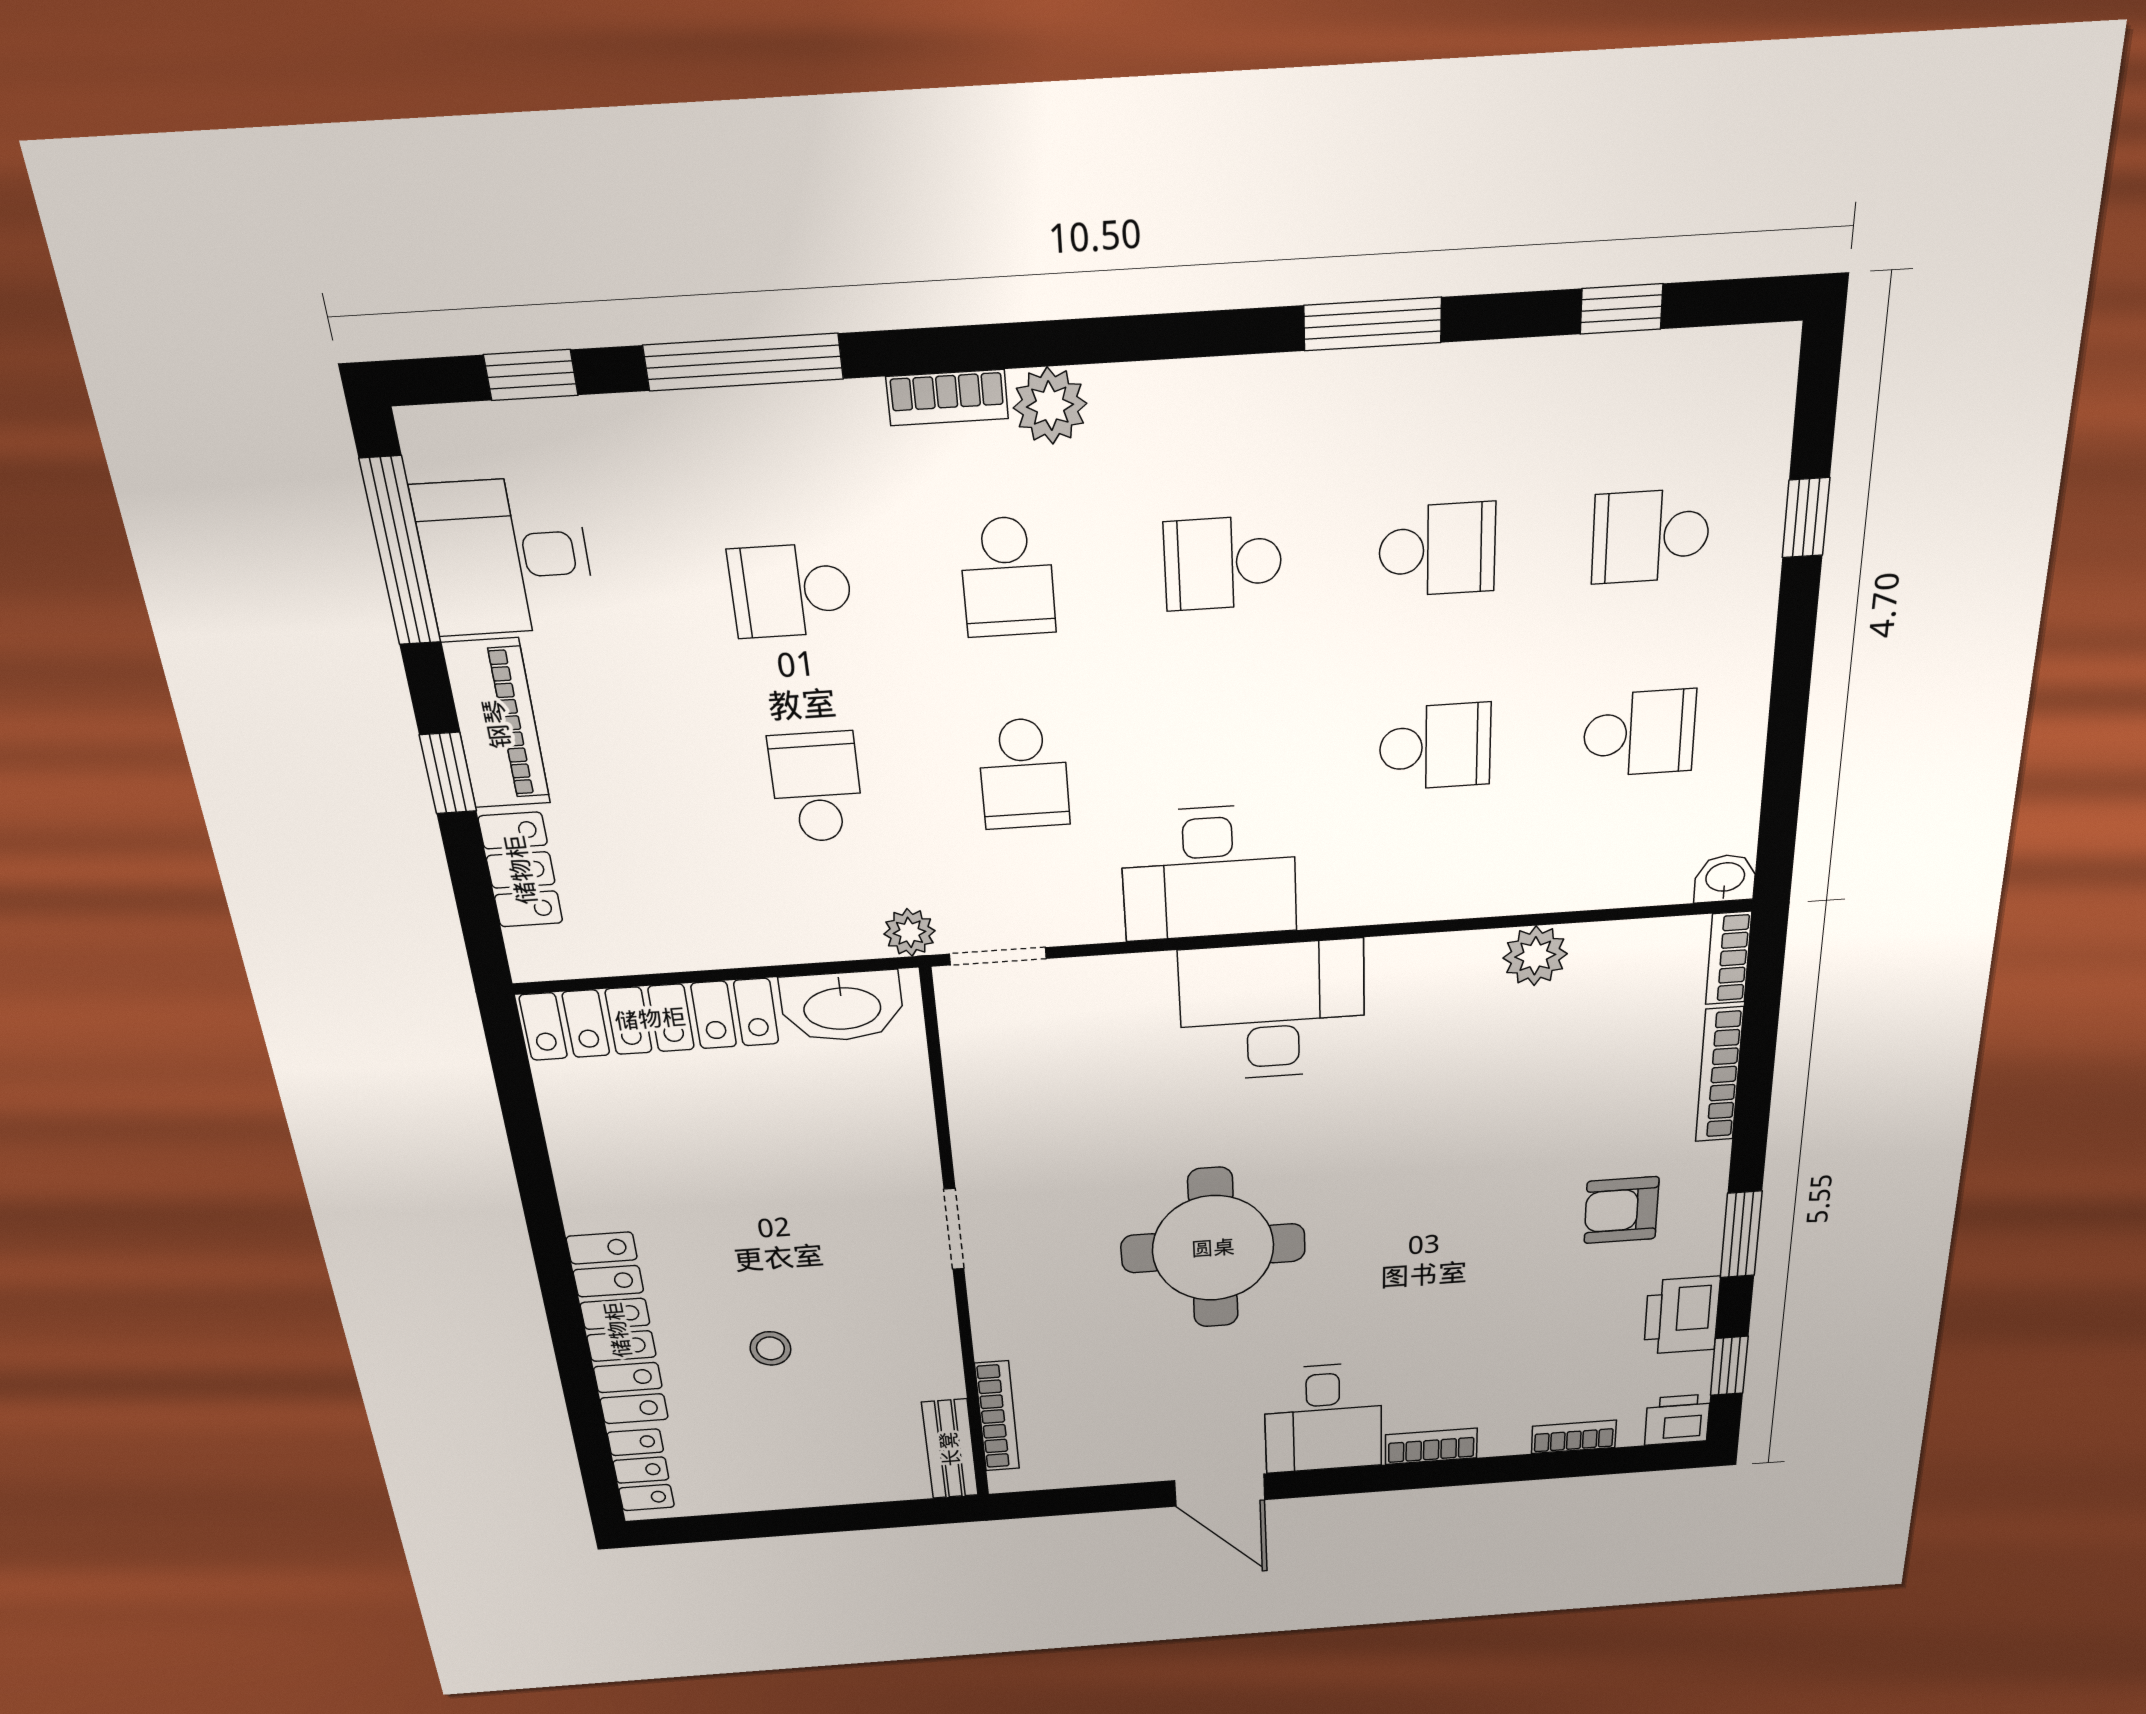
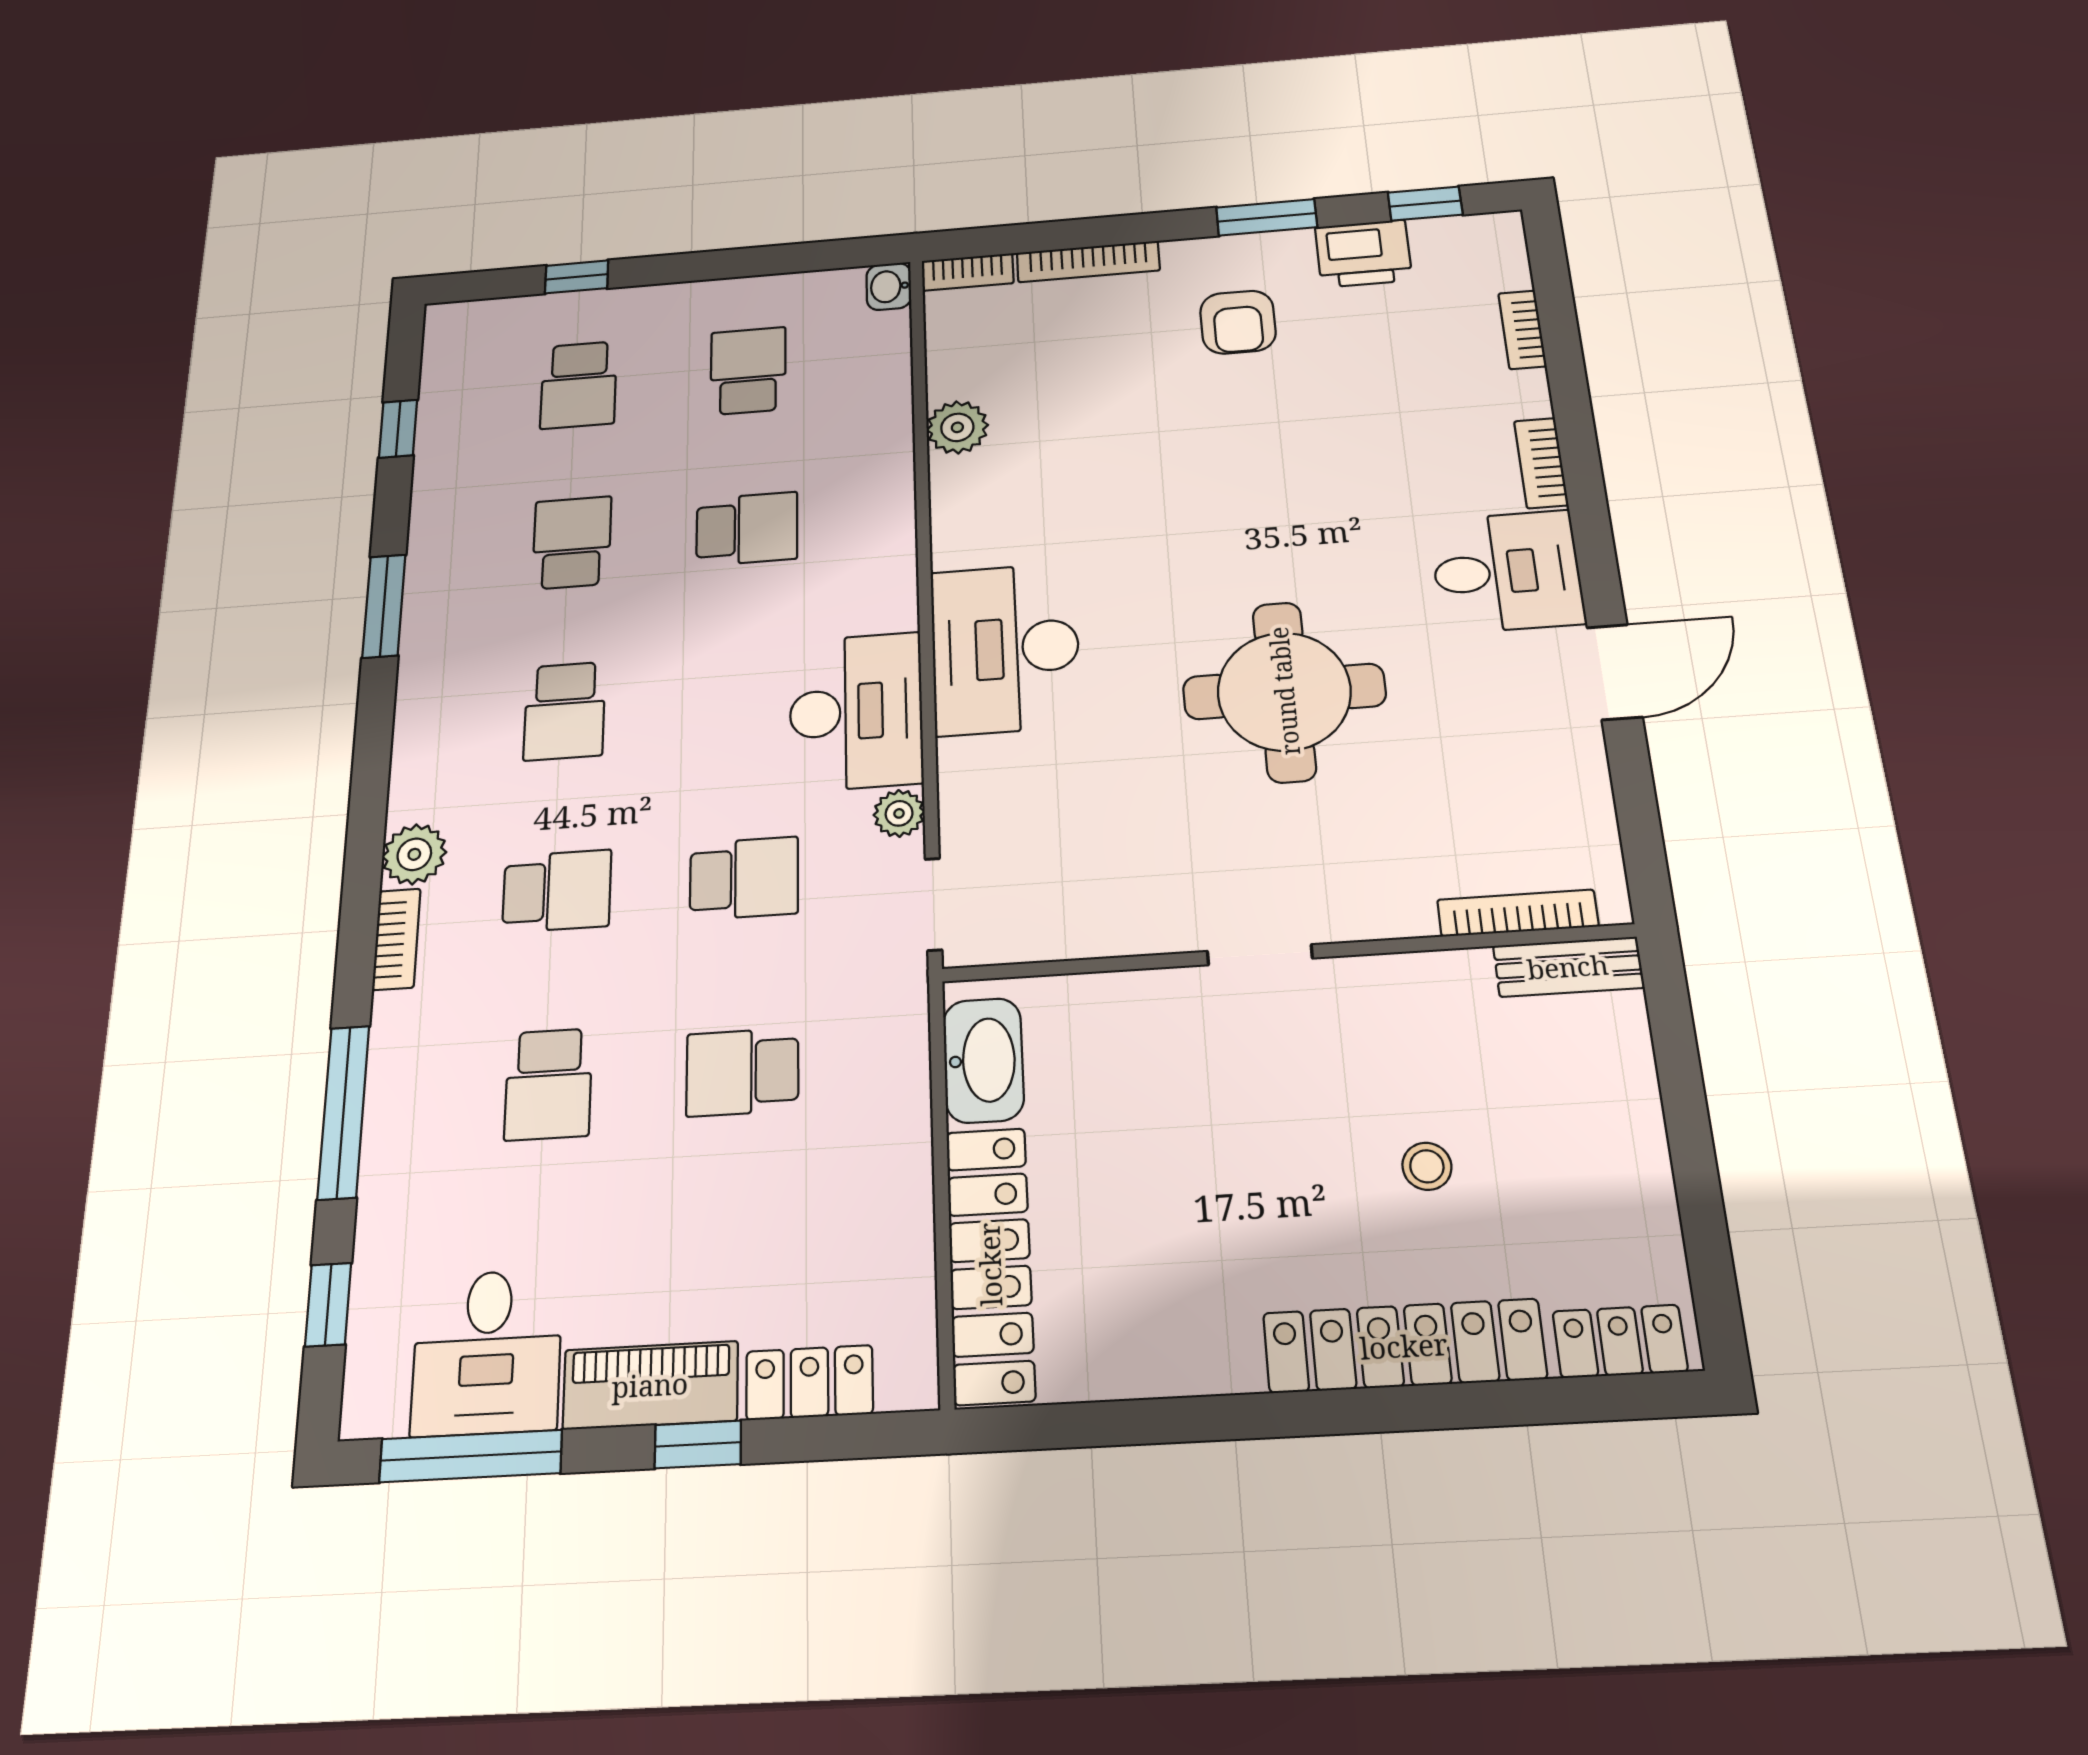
school desk: (1435, 747) -> (747, 529), turned 90
plant: (909, 932) -> (899, 813), moved
printer: (1677, 1420) -> (1496, 239), removed

